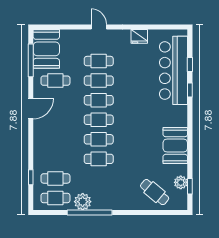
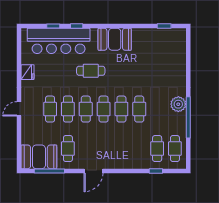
door: (31, 109) -> (93, 171), swing flipped
booth: (175, 146) -> (115, 39), moved
plant: (181, 182) -> (161, 34), removed
cafe table: (155, 192) -> (91, 71), moved, turned 50
plant: (83, 202) -> (178, 104), moved

